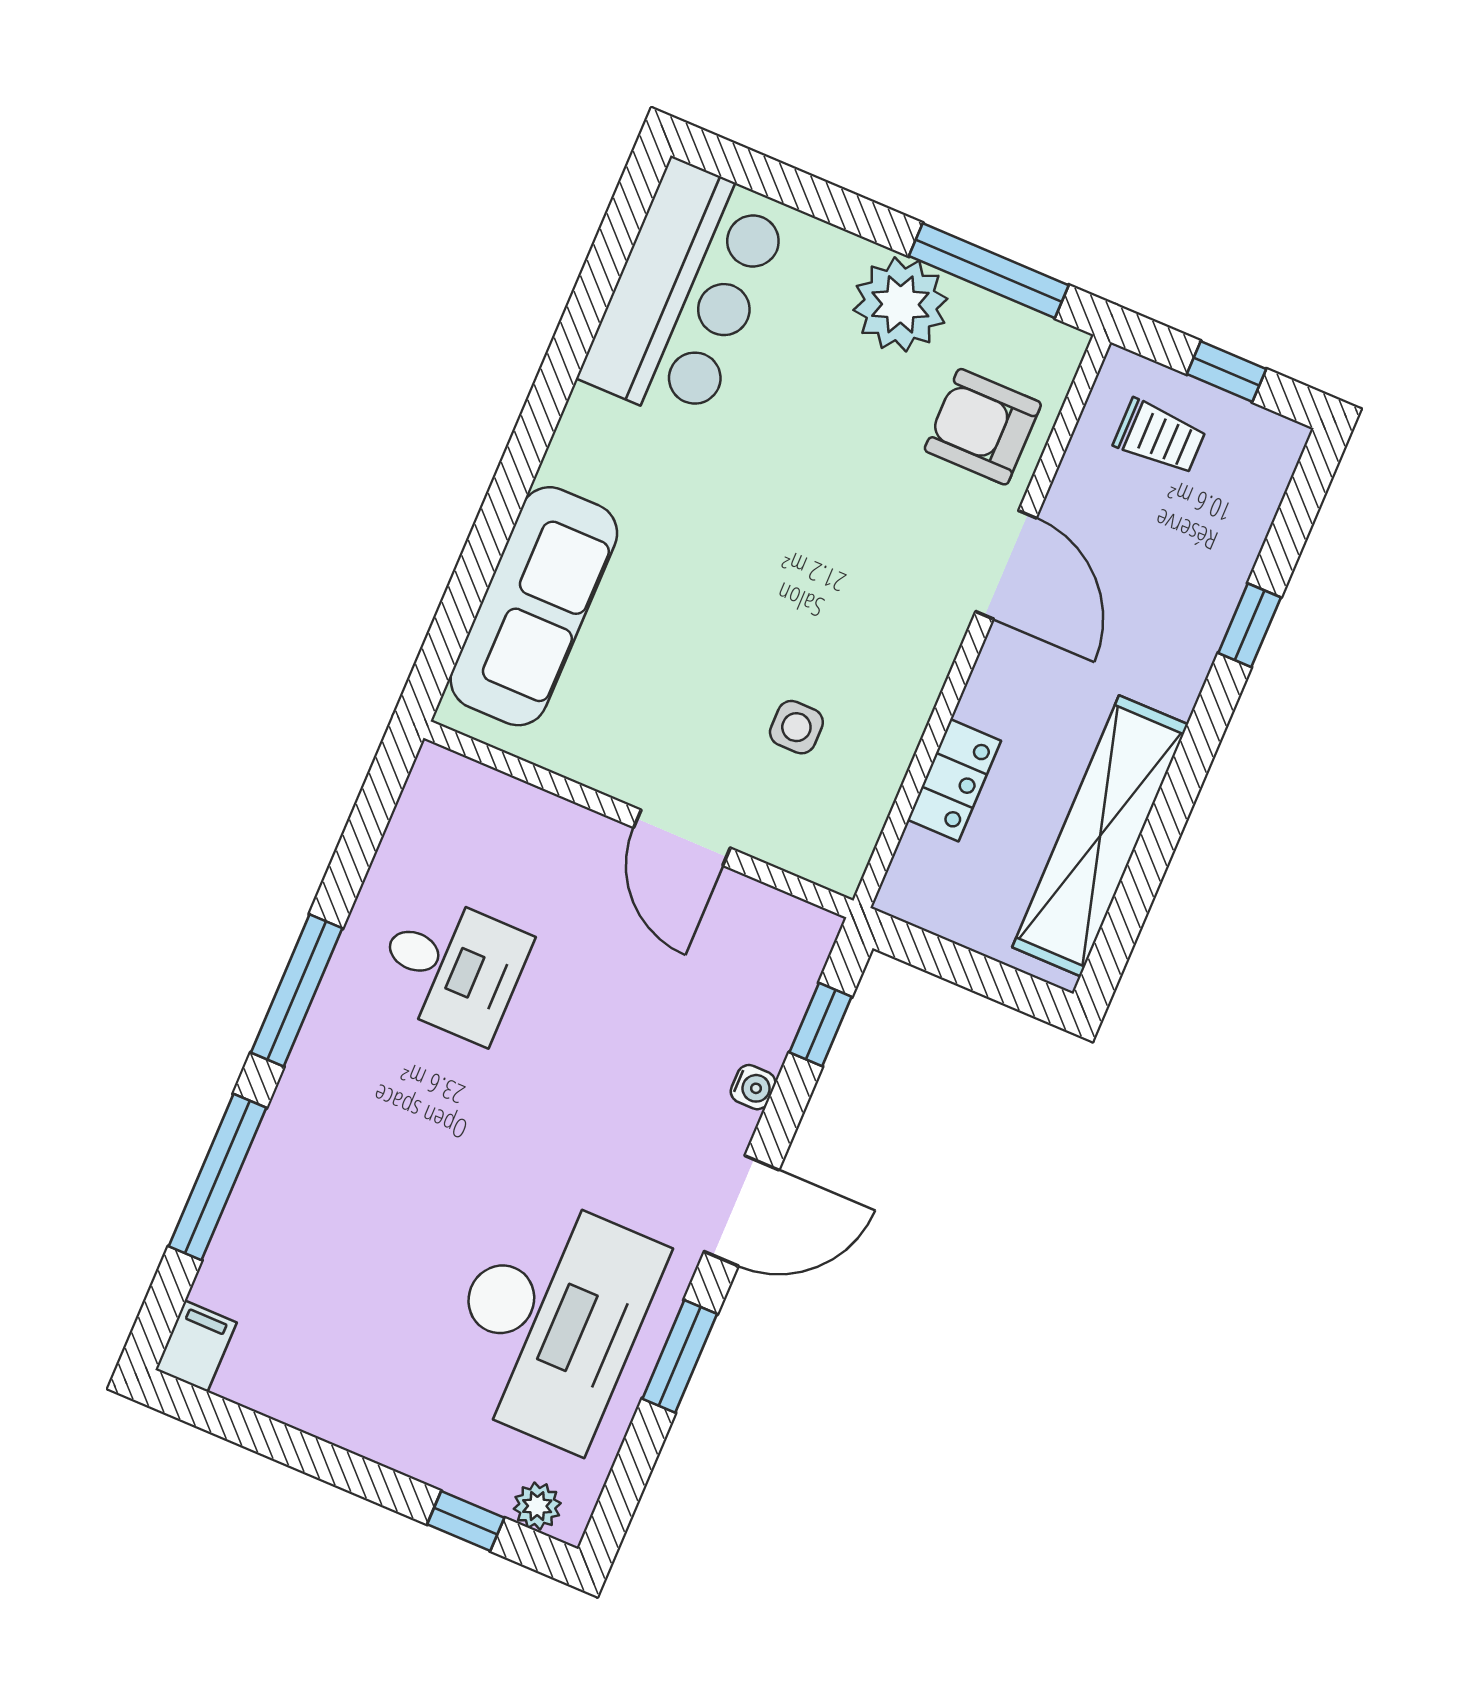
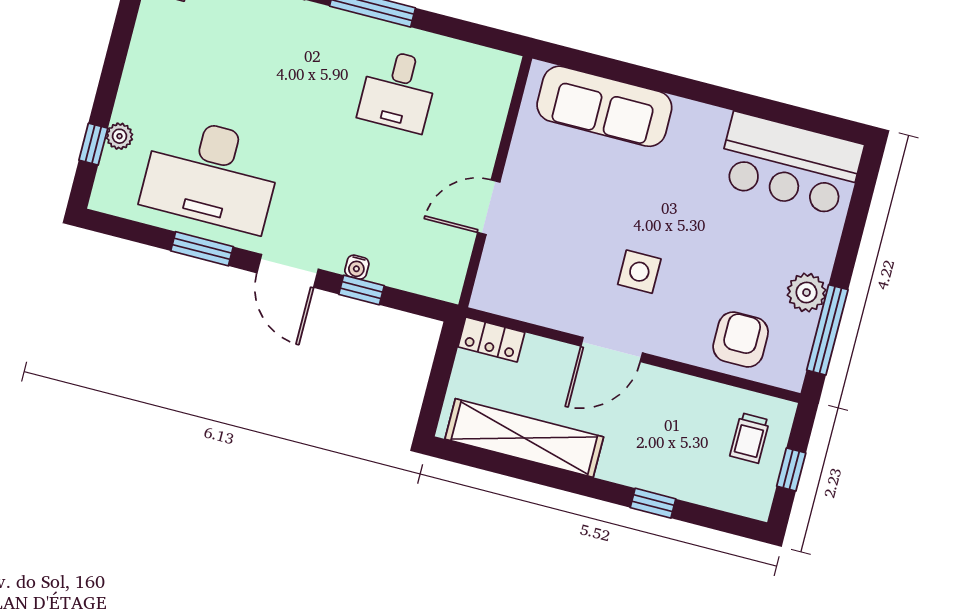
plant: (900, 304) -> (806, 293), width x0.73, depth x0.73
door: (1006, 565) -> (612, 350), moved
side table: (796, 727) -> (639, 272), moved, width x1.37, depth x1.37
locker: (954, 780) -> (491, 340), moved
window: (821, 1025) -> (362, 290), moved
plant: (537, 1506) -> (120, 136), moved

